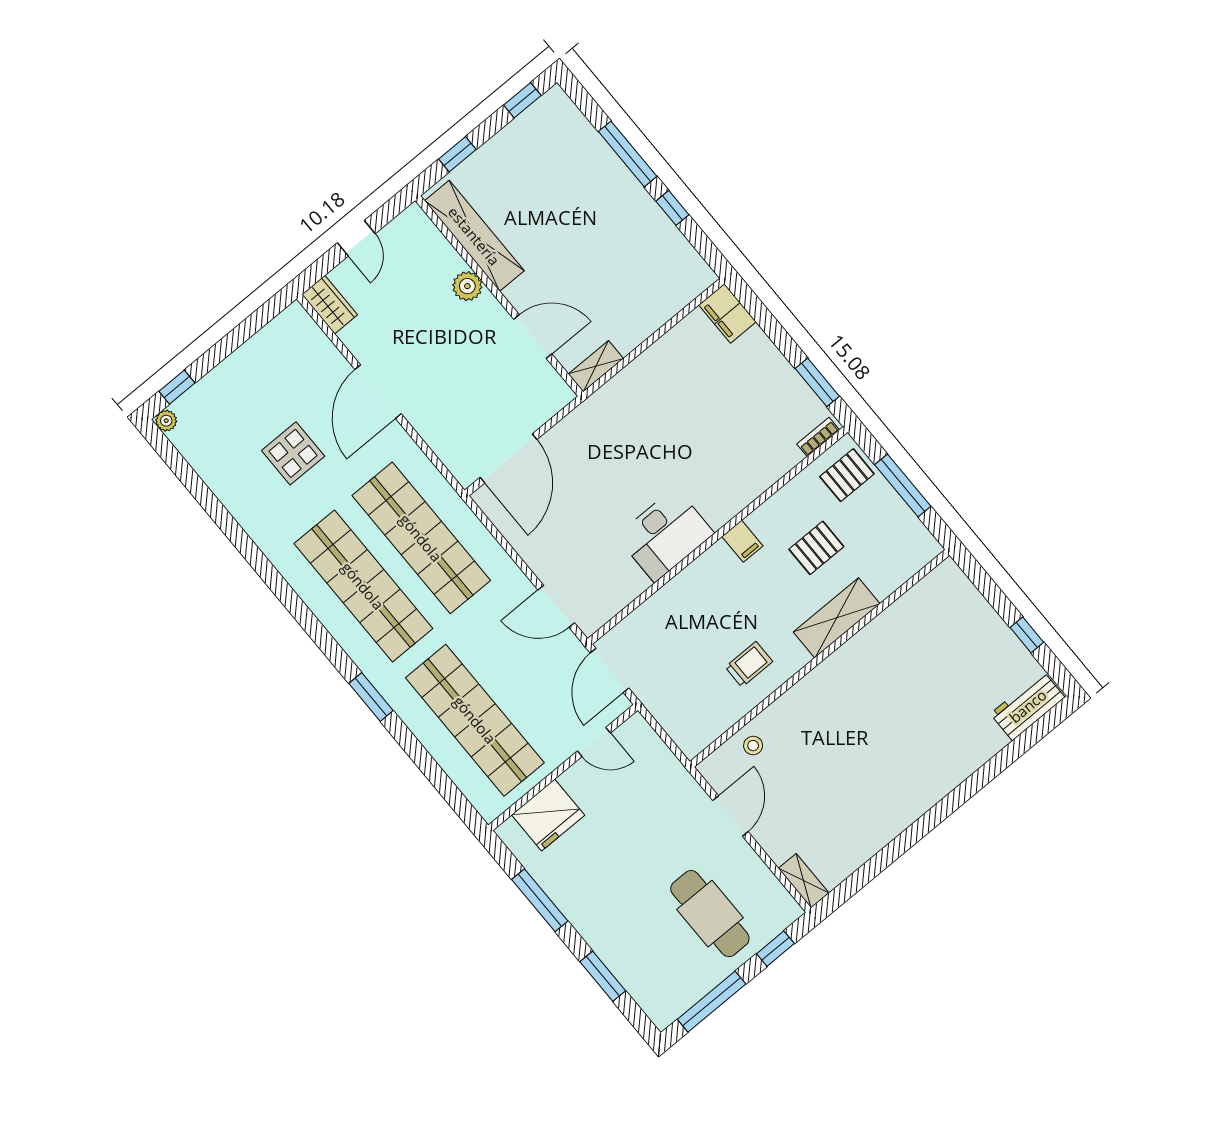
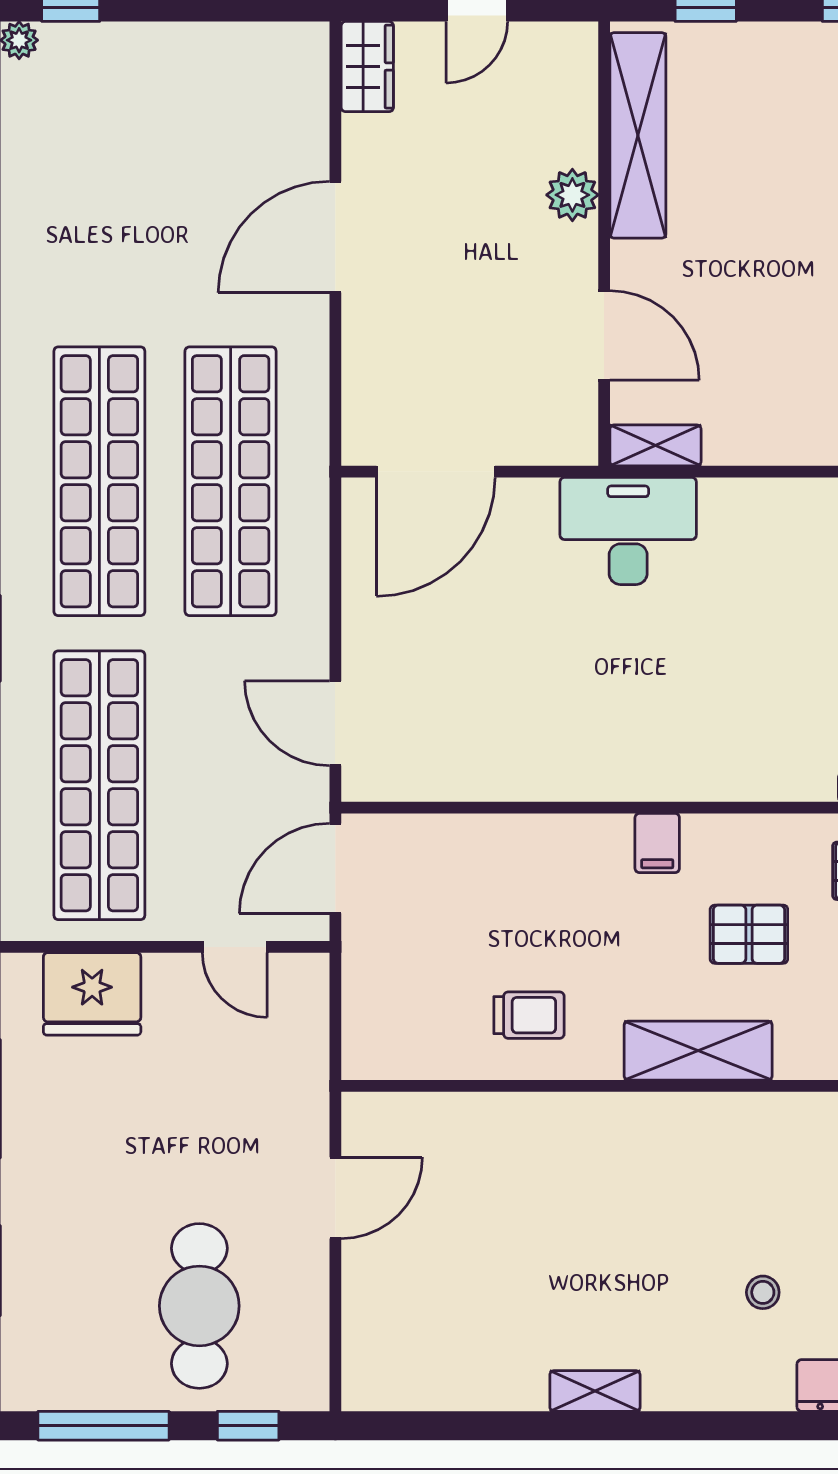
display table: (293, 453) -> (153, 225), removed
desk: (665, 535) -> (628, 531), moved, turned 180
stool: (753, 746) -> (763, 1292), moved
shelving: (804, 881) -> (595, 1391), moved, turned 90

